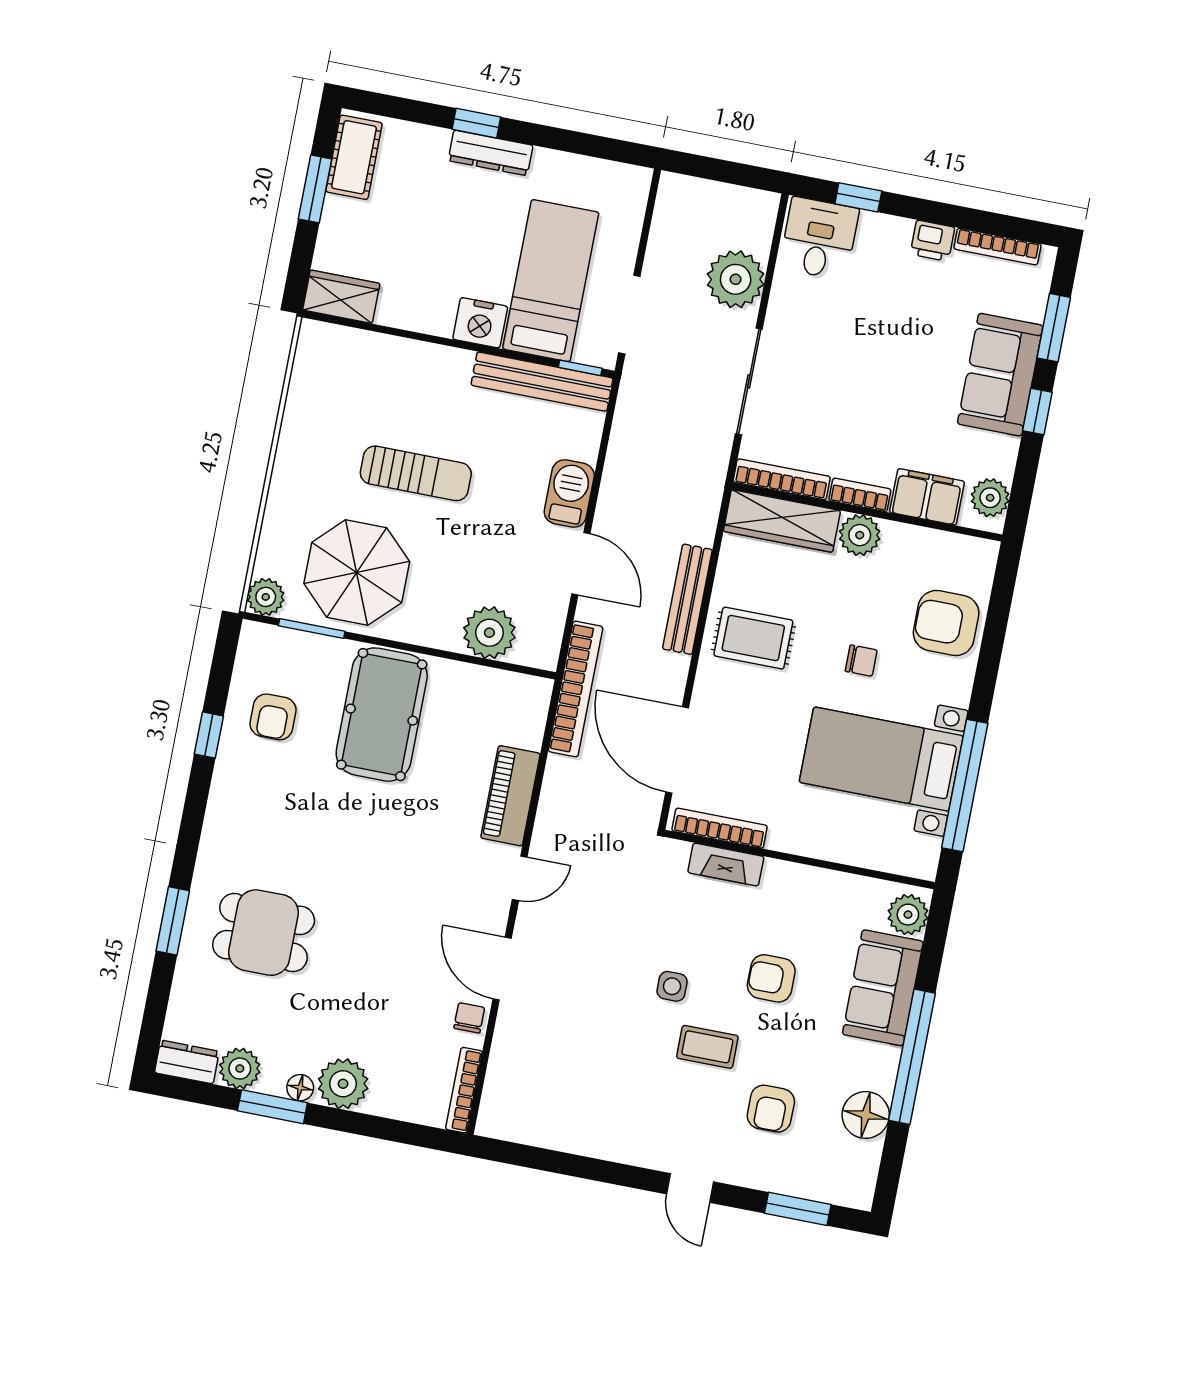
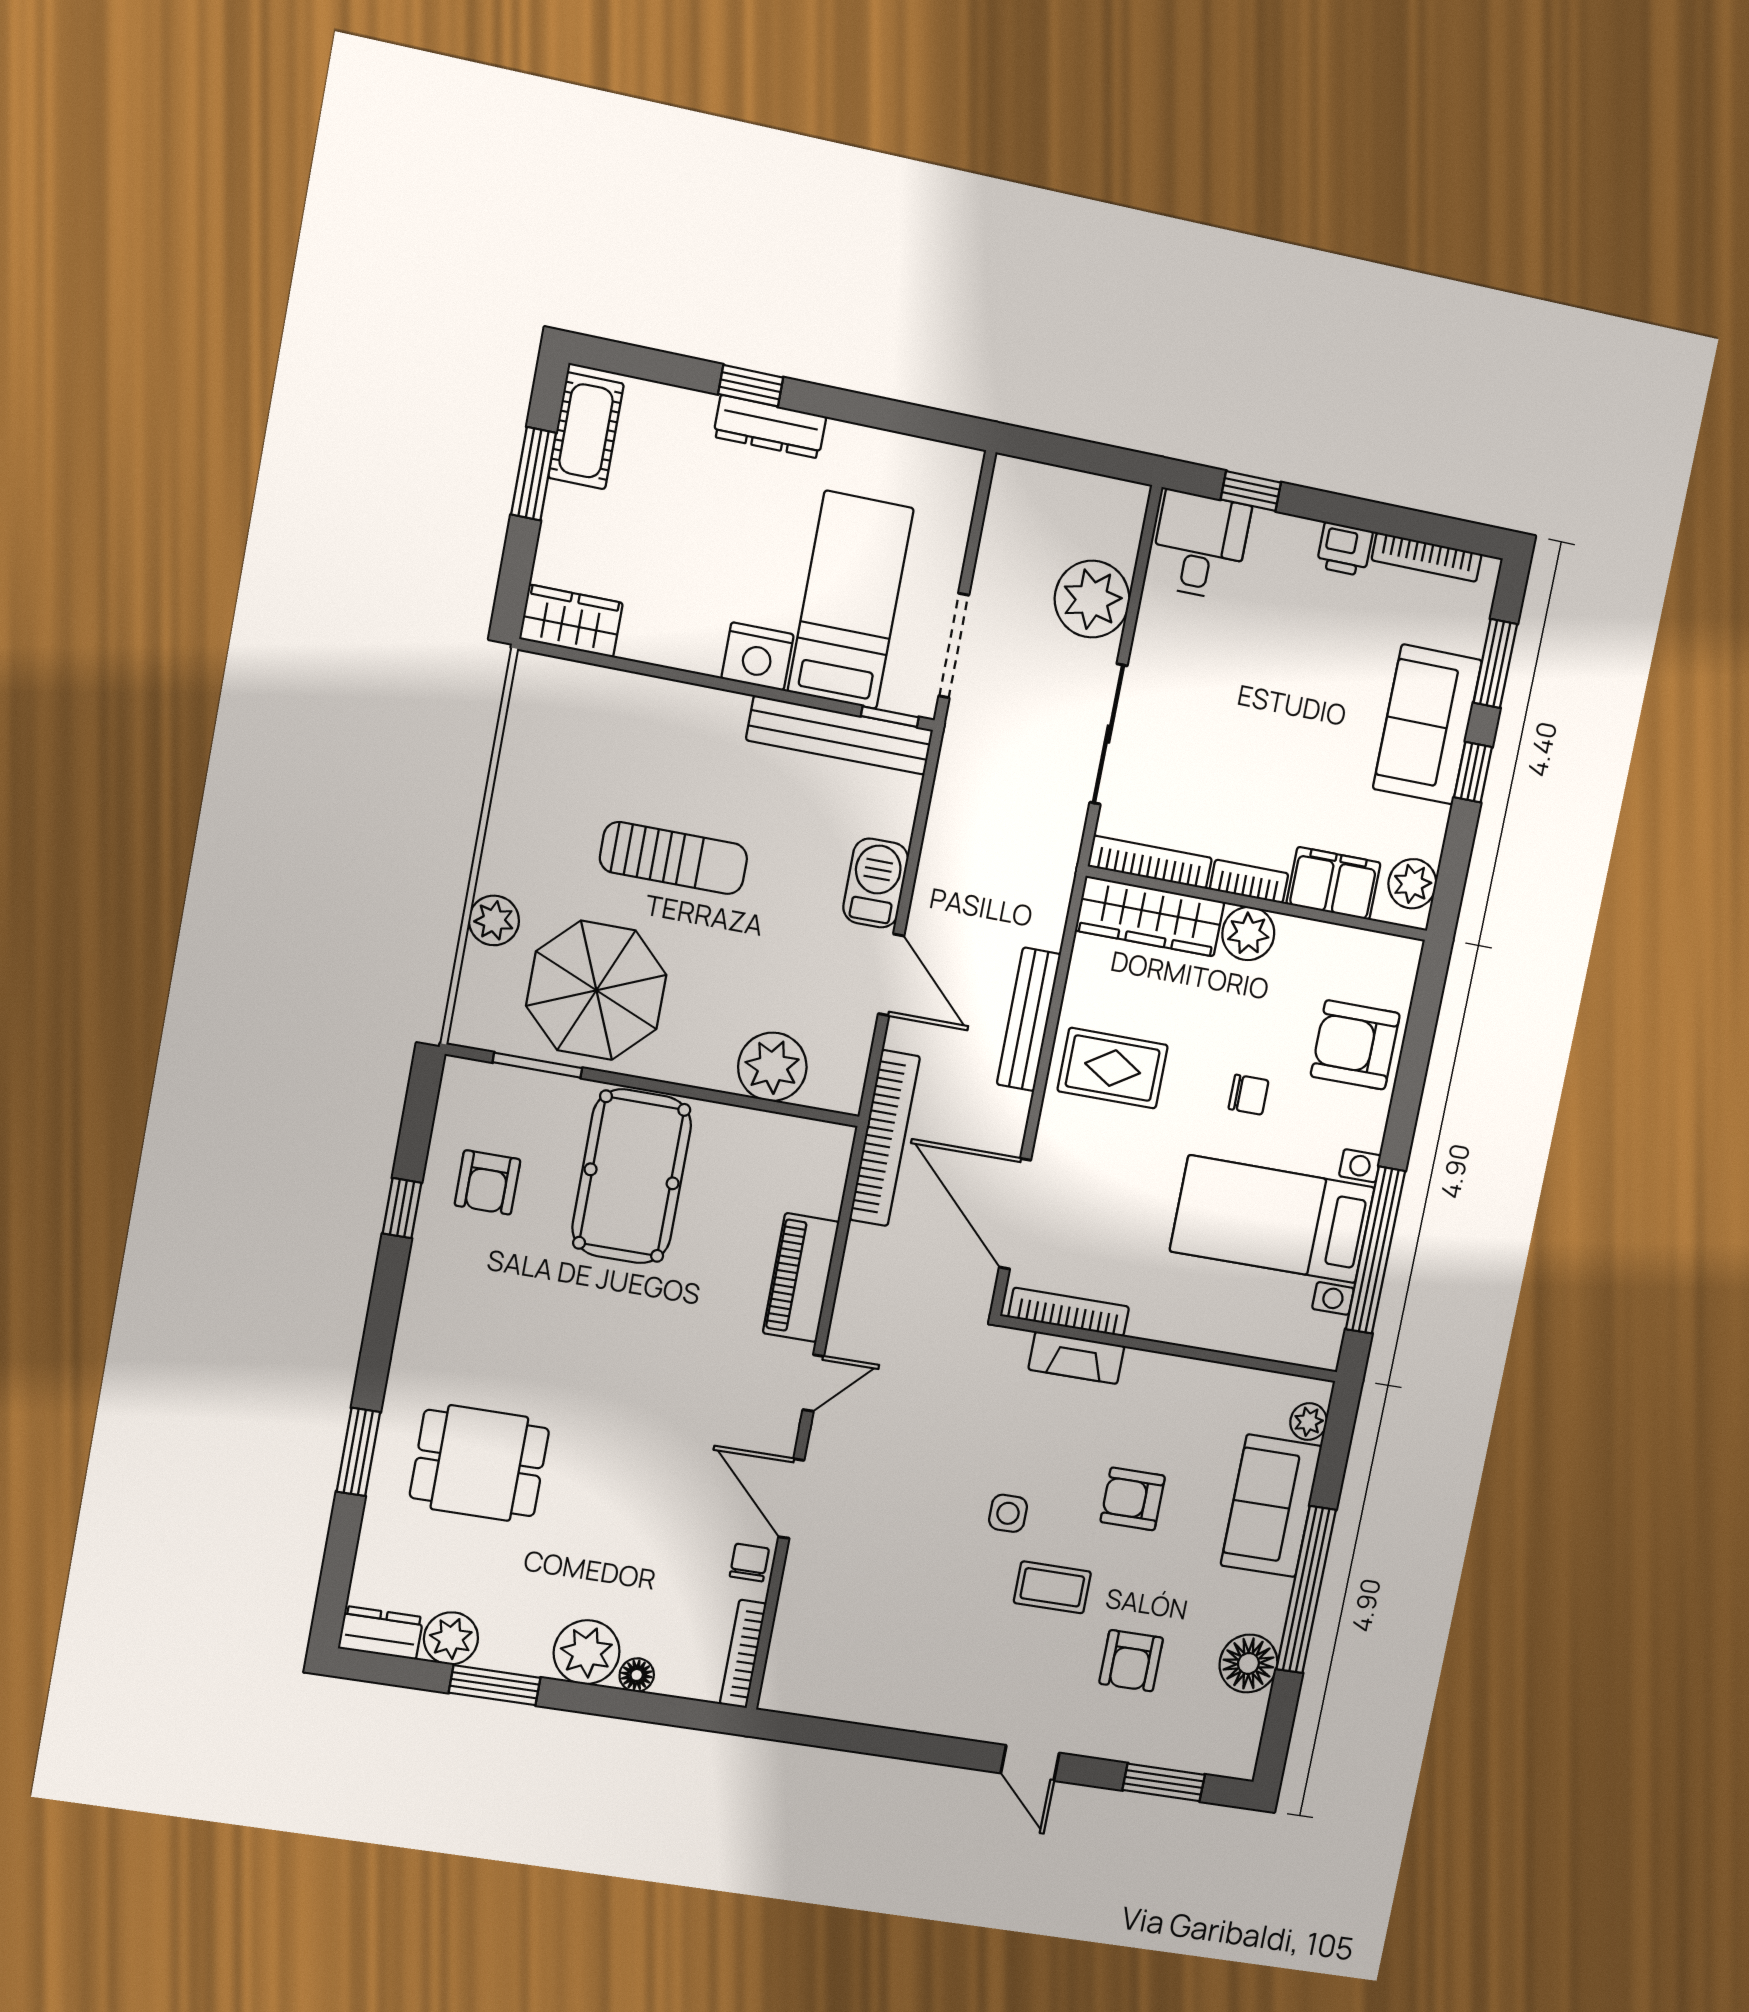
plant: (266, 597) -> (494, 920), moved
plant: (908, 915) -> (1309, 1422), width x0.73, depth x0.73
floor lamp: (300, 1088) -> (637, 1675), moved

